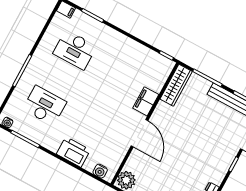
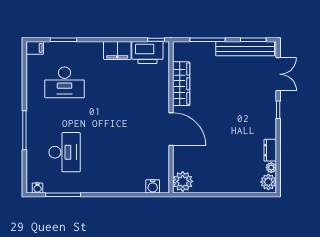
wardrobe: (176, 85) -> (181, 84), moved
filing cabinet: (146, 101) -> (117, 50), moved, turned -90
desk: (45, 106) -> (65, 152), turned 90
printer: (73, 152) -> (147, 53), moved, turned 180

